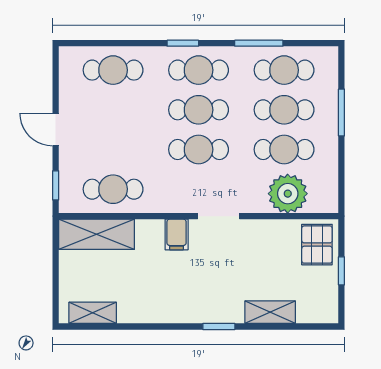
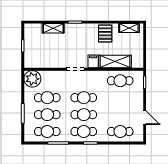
door: (56, 129) -> (145, 118), moved
plant: (288, 194) -> (32, 79), moved
shelving: (97, 234) -> (115, 61), moved
pallet: (317, 245) -> (105, 34), moved

